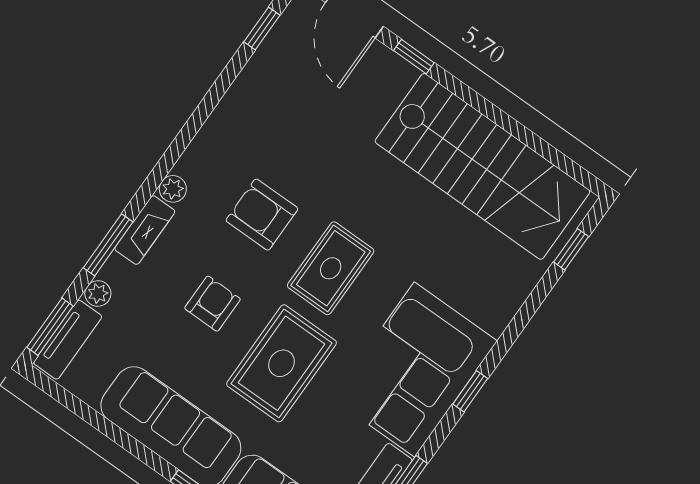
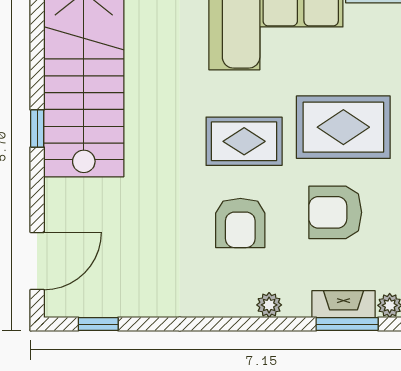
window: (414, 57) -> (37, 129), moved
fireplace: (145, 230) -> (344, 304), moved
armchair: (212, 304) -> (335, 212), width x1.38, depth x1.38

